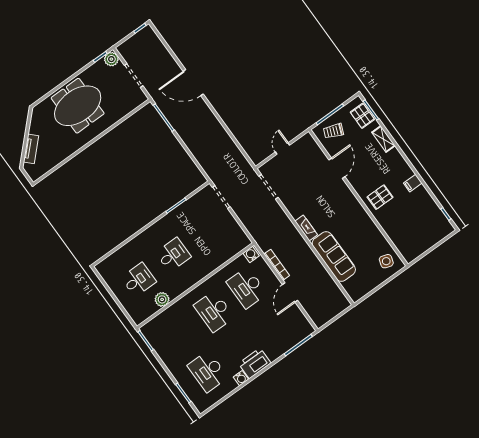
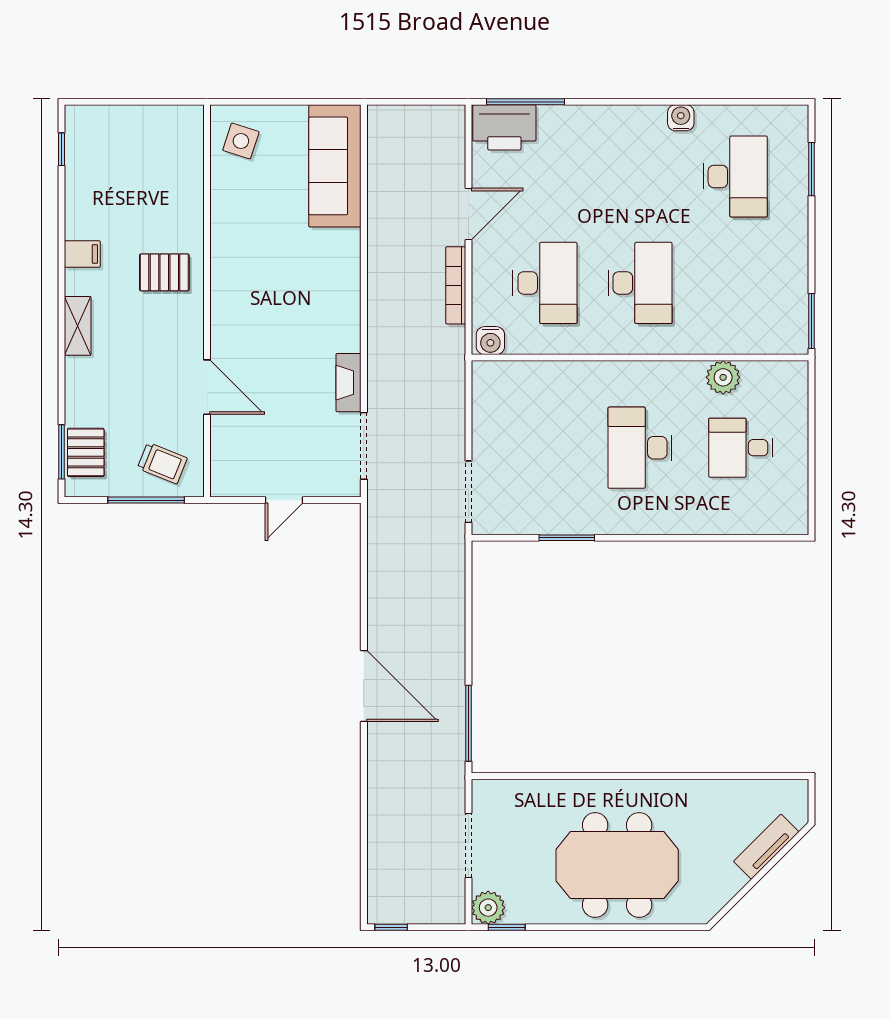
door: (193, 83) -> (364, 686), moved
shelving: (383, 139) -> (78, 326), moved
door: (337, 168) -> (207, 387), swing flipped
fireplace: (306, 228) -> (348, 383), moved
desk: (173, 255) -> (640, 448), width x1.37
sofa: (334, 256) -> (335, 166), moved
printer: (255, 363) -> (504, 127), moved

